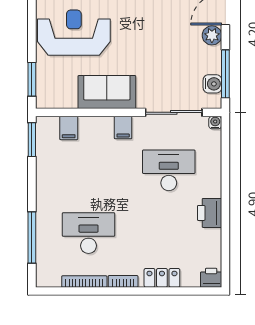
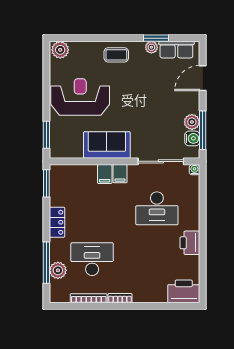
plant: (212, 35) -> (192, 122), moved
filing cabinet: (69, 128) -> (105, 174), moved
desk: (169, 170) -> (157, 208), turned 180
plant: (46, 247) -> (58, 270), added
locker: (162, 278) -> (57, 222), moved, turned 90
printer: (211, 278) -> (184, 291), width x1.87, depth x1.48

